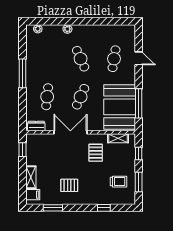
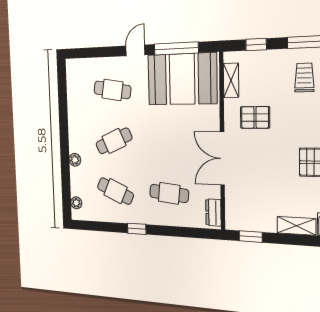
door: (139, 58) -> (135, 50), moved
window: (22, 73) -> (137, 229), width x0.46
cafe table: (81, 97) -> (115, 191), moved

